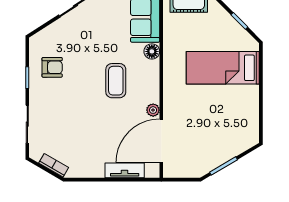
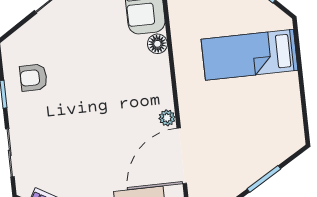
armchair: (52, 67) -> (33, 78), turned 180
coffee table: (116, 81) -> (116, 86), removed

